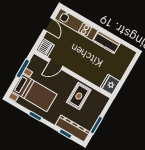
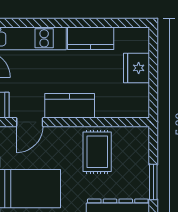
kitchen counter: (79, 67) -> (70, 106), added
fridge: (110, 84) -> (136, 68), moved

